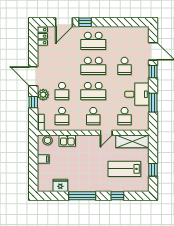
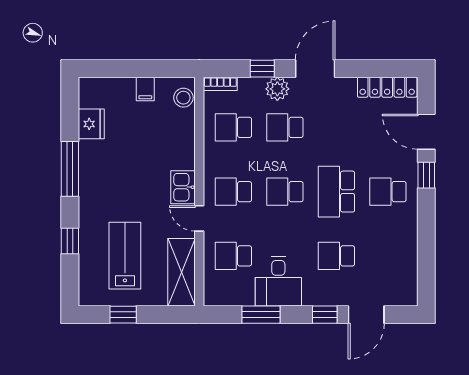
locker: (42, 36) -> (387, 87), width x1.53
school desk: (93, 41) -> (388, 192), width x0.54
school desk: (93, 91) -> (285, 192), width x0.54
kitchen sink: (67, 141) -> (183, 187), moved

